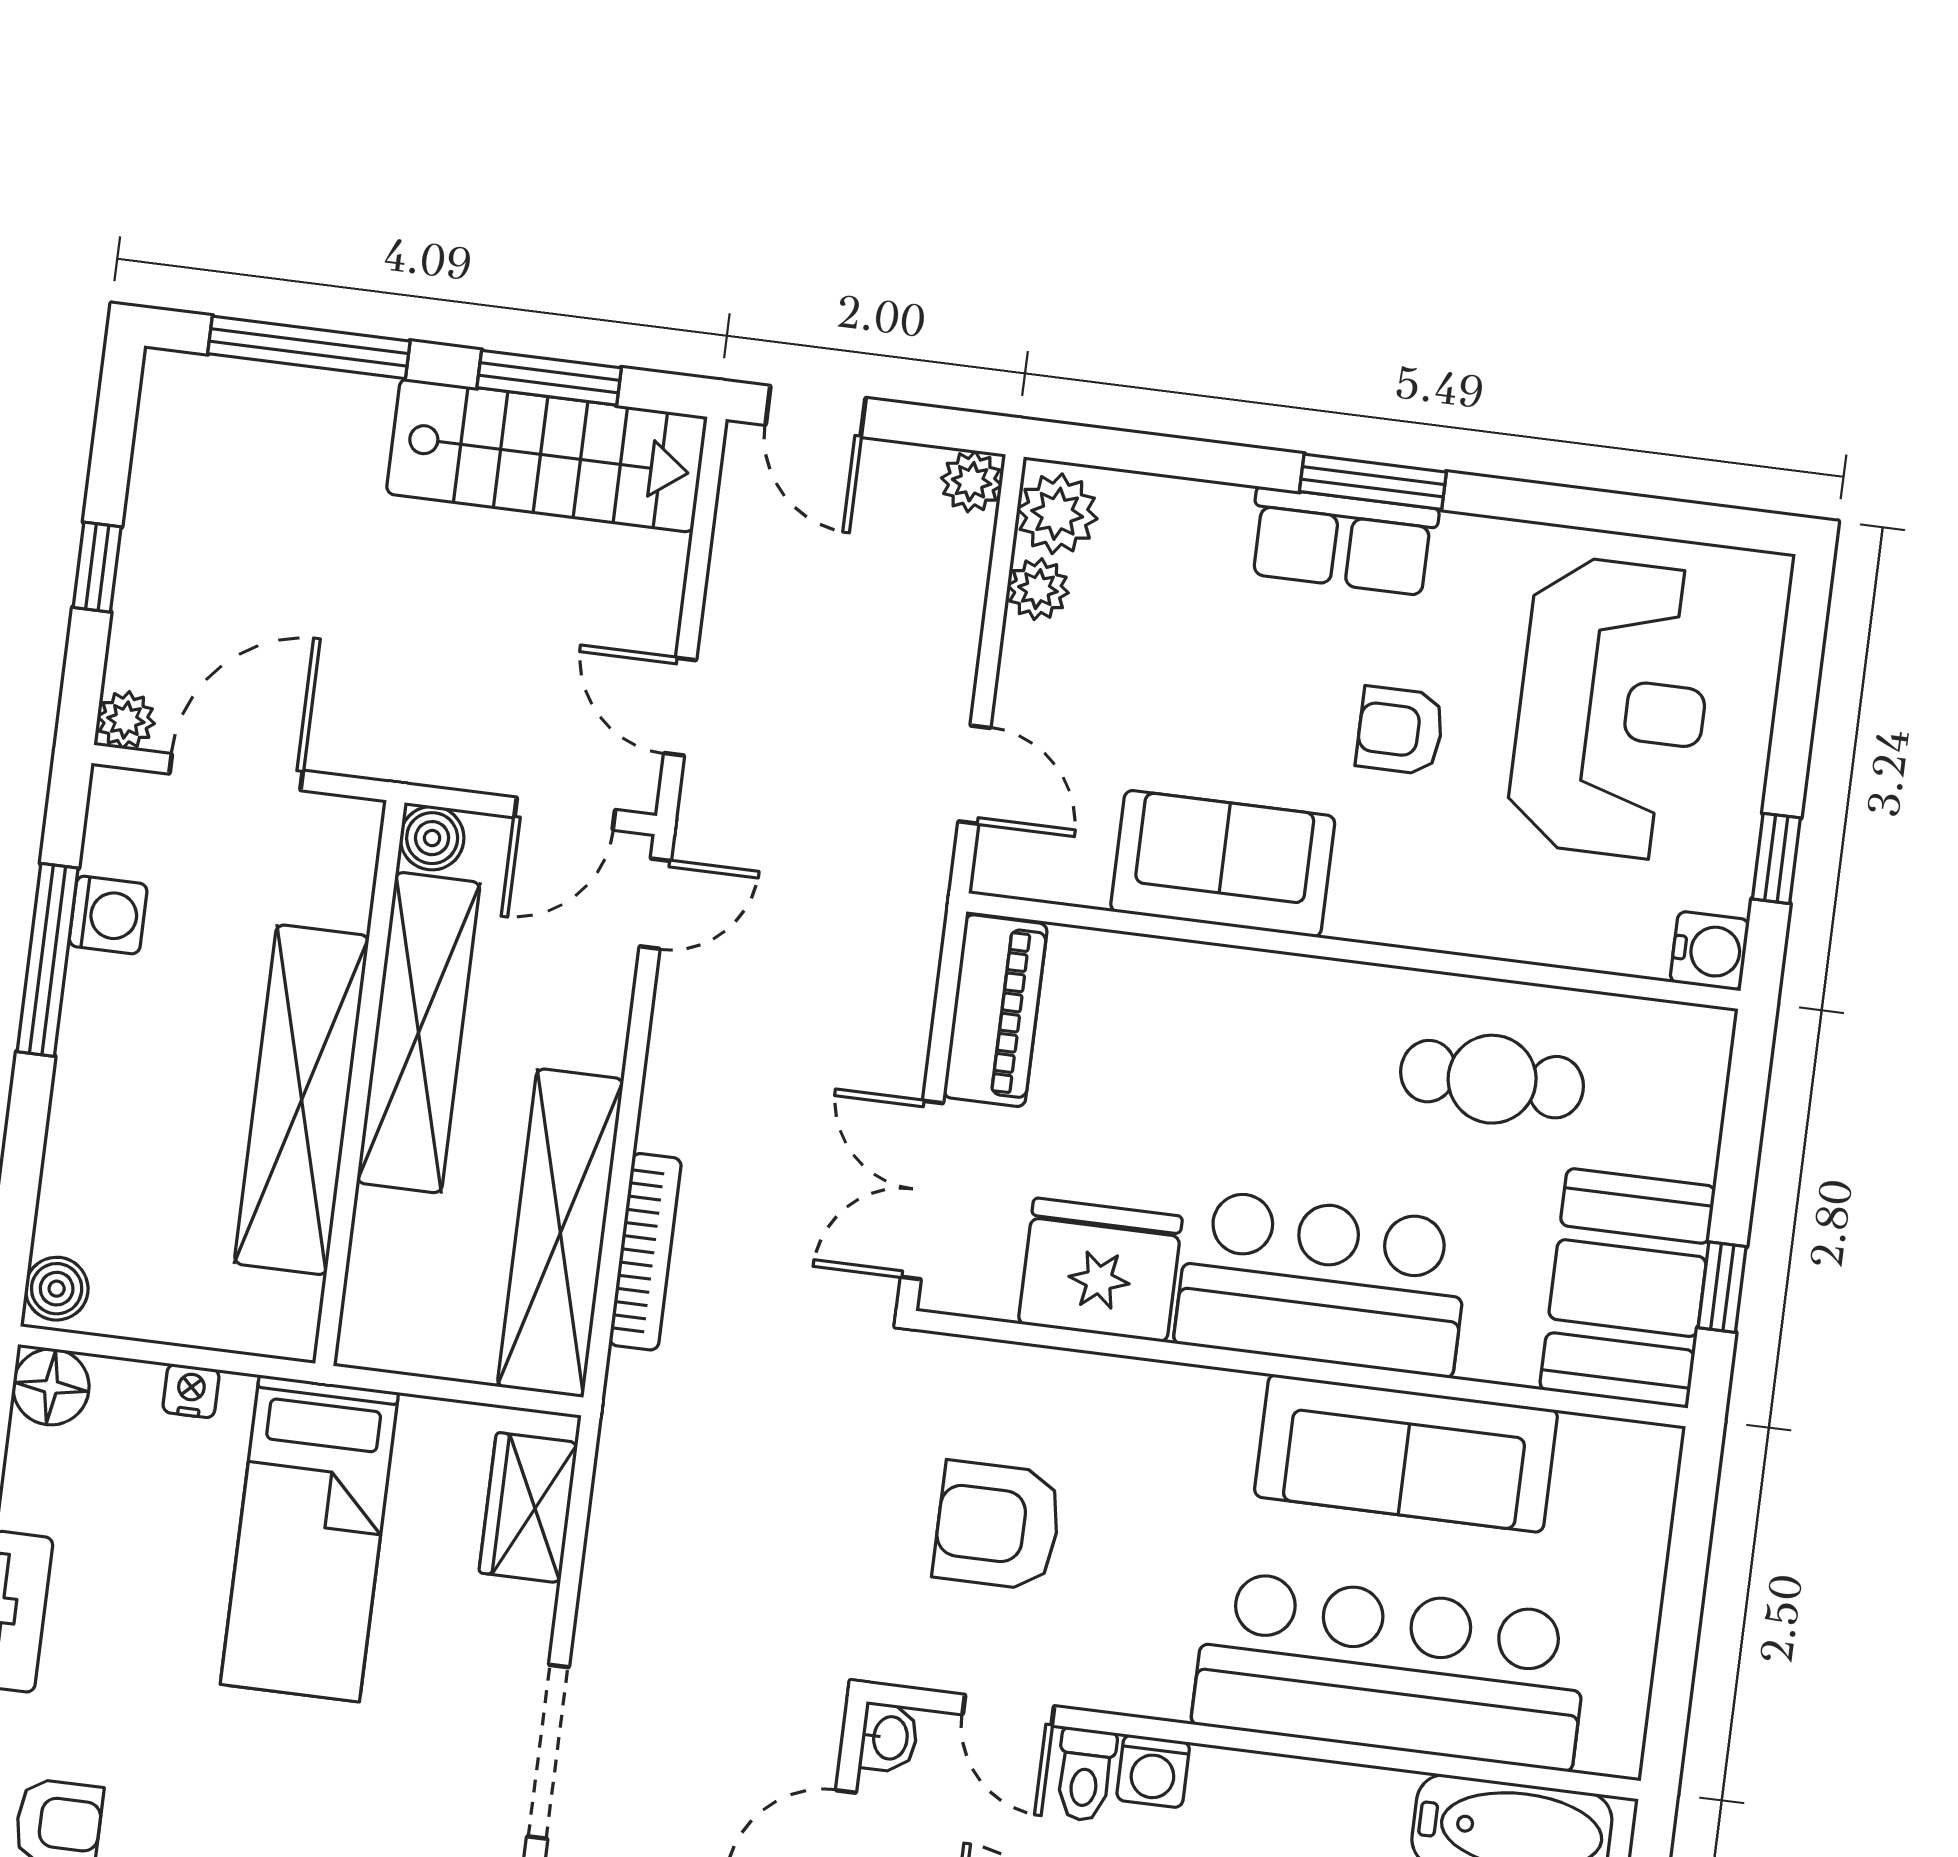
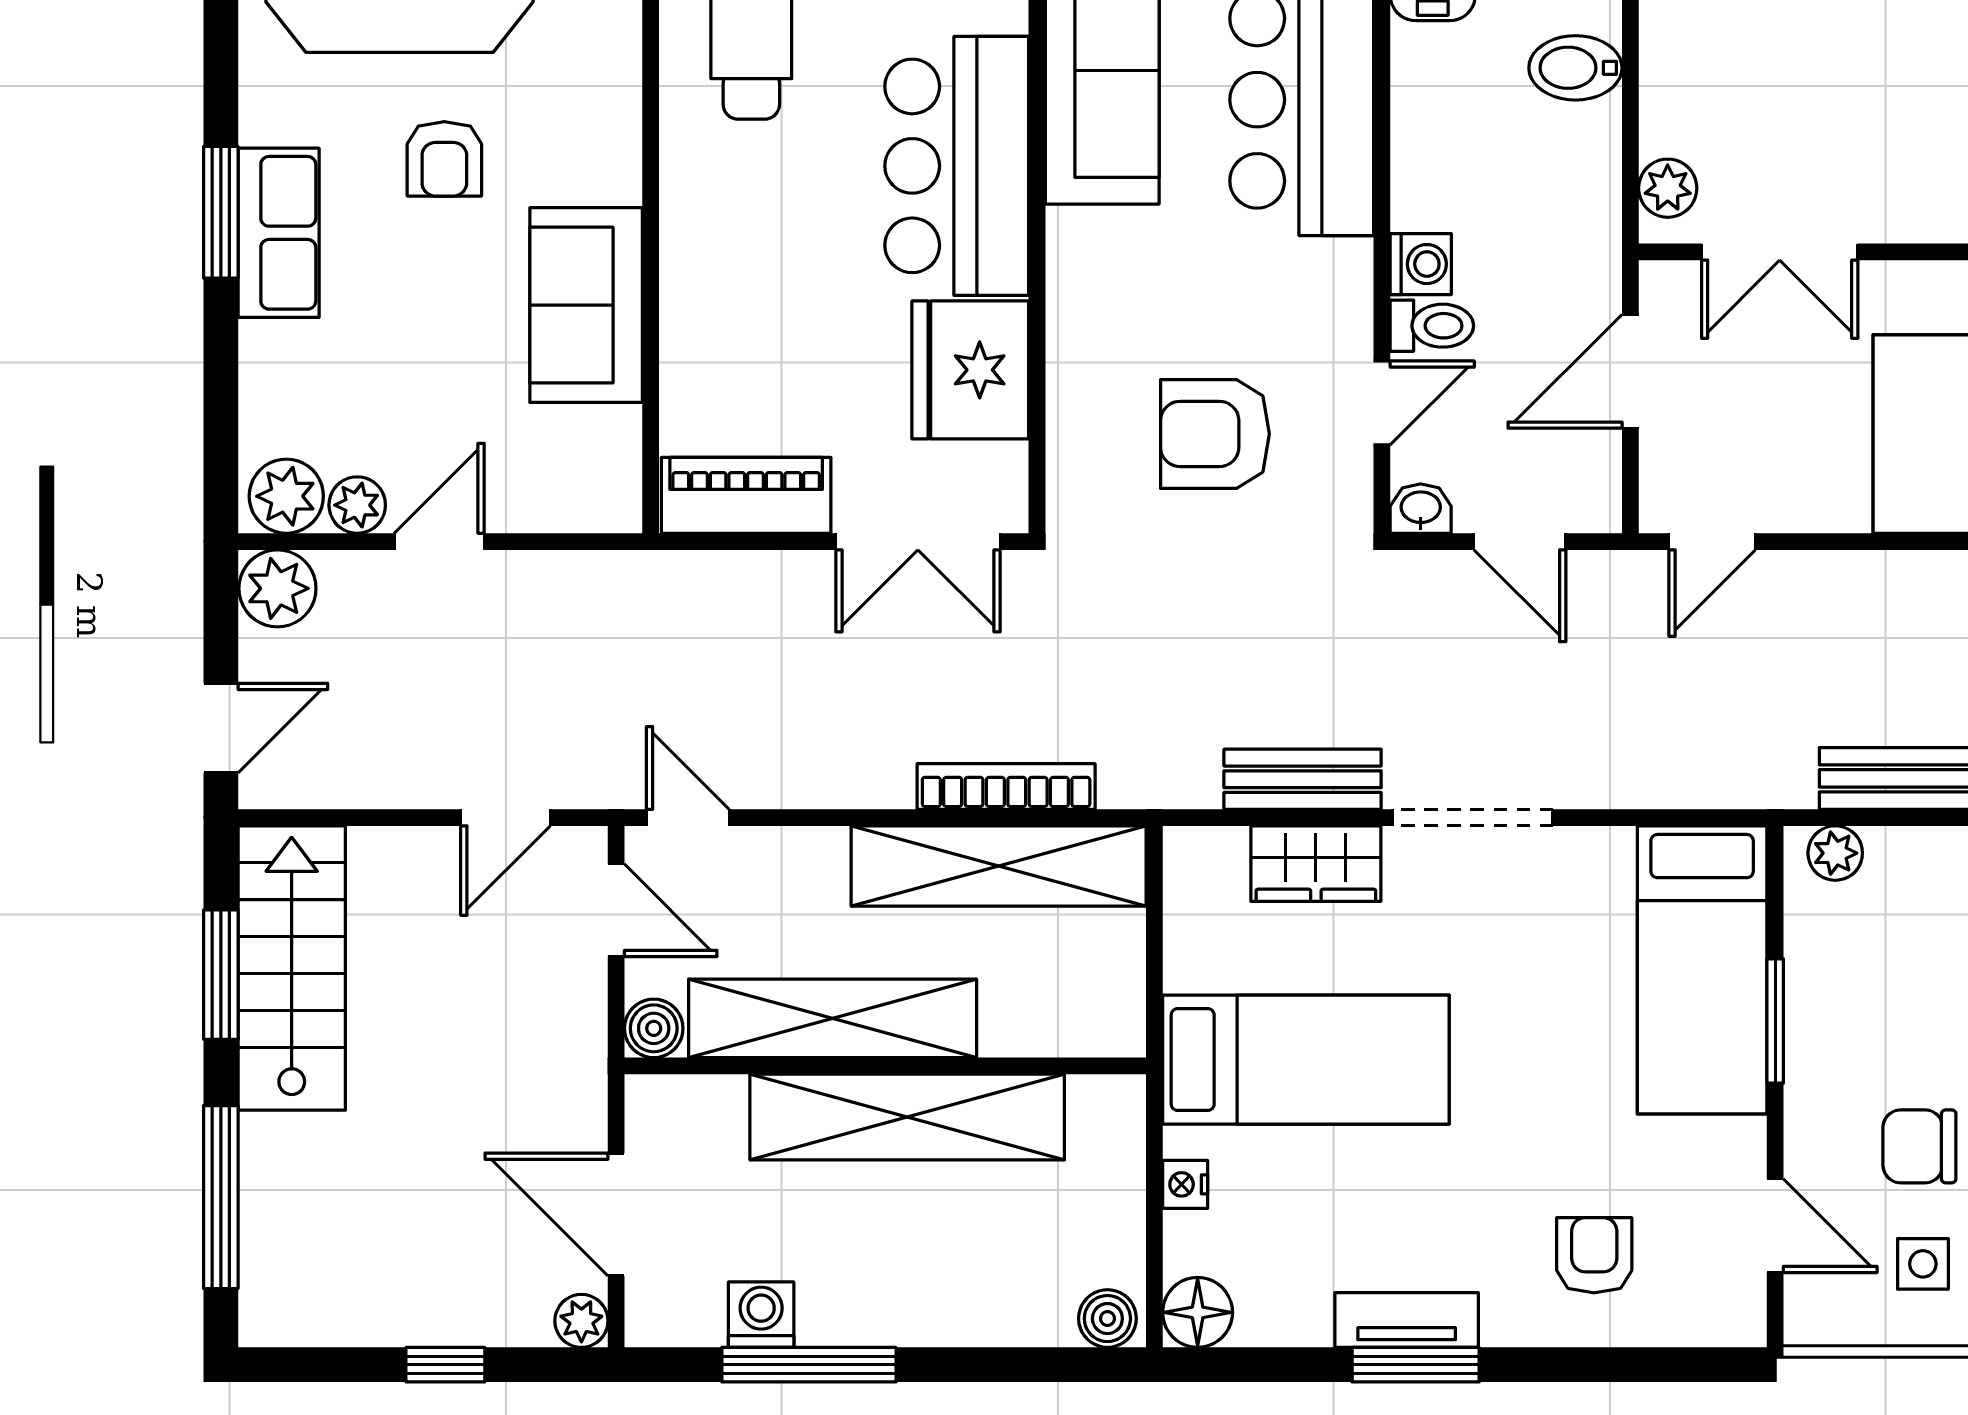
plant: (972, 482) -> (277, 588), width x1.38, depth x1.38
door: (974, 775) -> (439, 542), moved
wardrobe: (528, 1508) -> (1316, 864), moved
armchair: (998, 1526) -> (1215, 434), turned 90
bench: (613, 1573) -> (1303, 779), added

